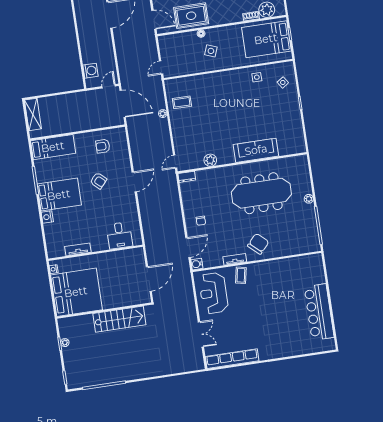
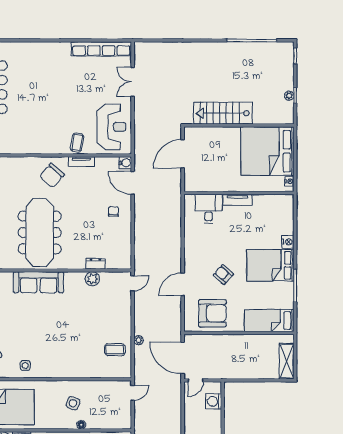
armchair: (103, 146) -> (212, 313), width x1.88, depth x1.88
dresser: (187, 177) -> (95, 264), moved
door: (134, 182) -> (183, 284), moved
meeting table: (261, 193) -> (40, 233), turned 90
door: (188, 248) -> (133, 183), hinge flipped
tv unit: (78, 249) -> (237, 200), moved

